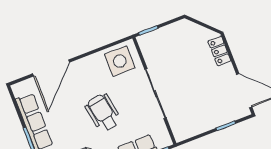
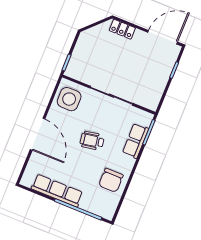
door: (51, 68) -> (38, 134), moved
wheelchair: (103, 113) -> (92, 141), width x0.73, depth x0.73

